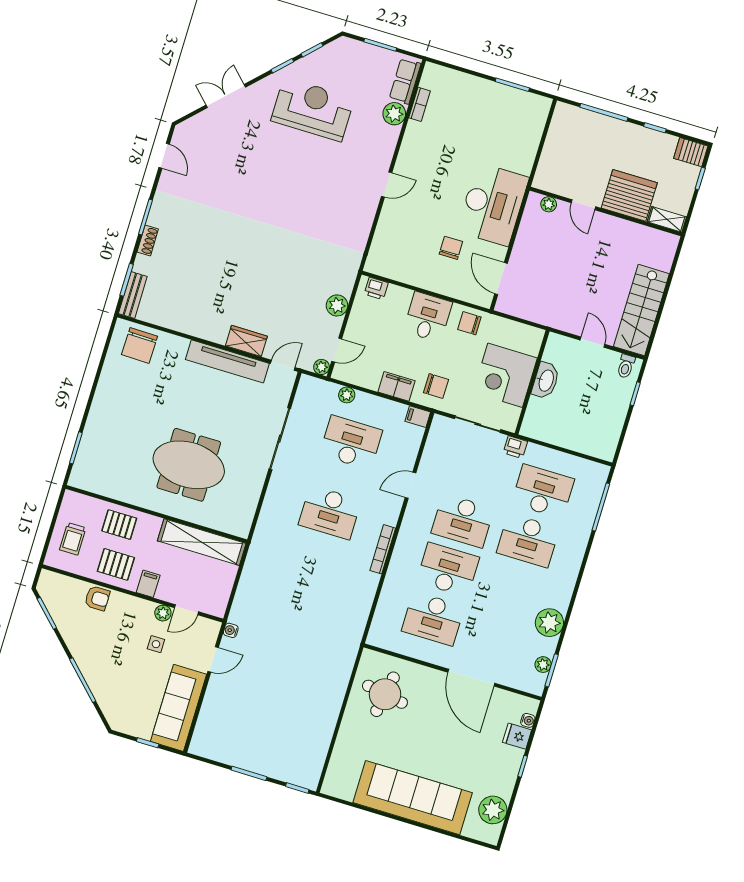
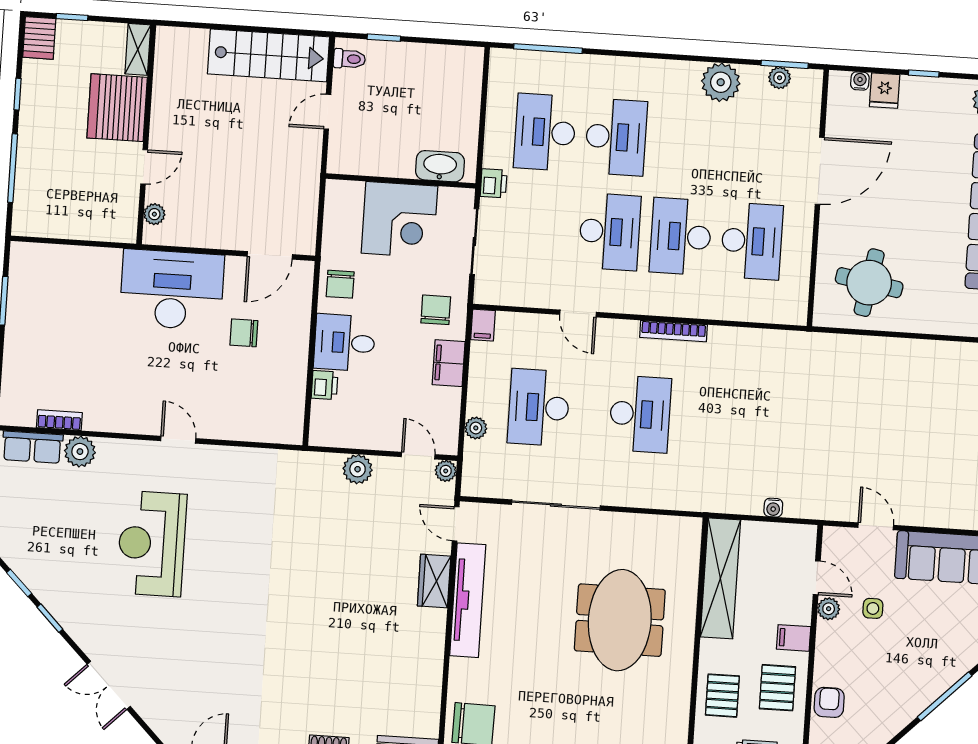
reception desk: (313, 109) -> (152, 544), moved
printer: (376, 288) -> (325, 385), moved
washbasin: (546, 380) -> (440, 166), moved
water cooler: (231, 630) -> (773, 508), moved

